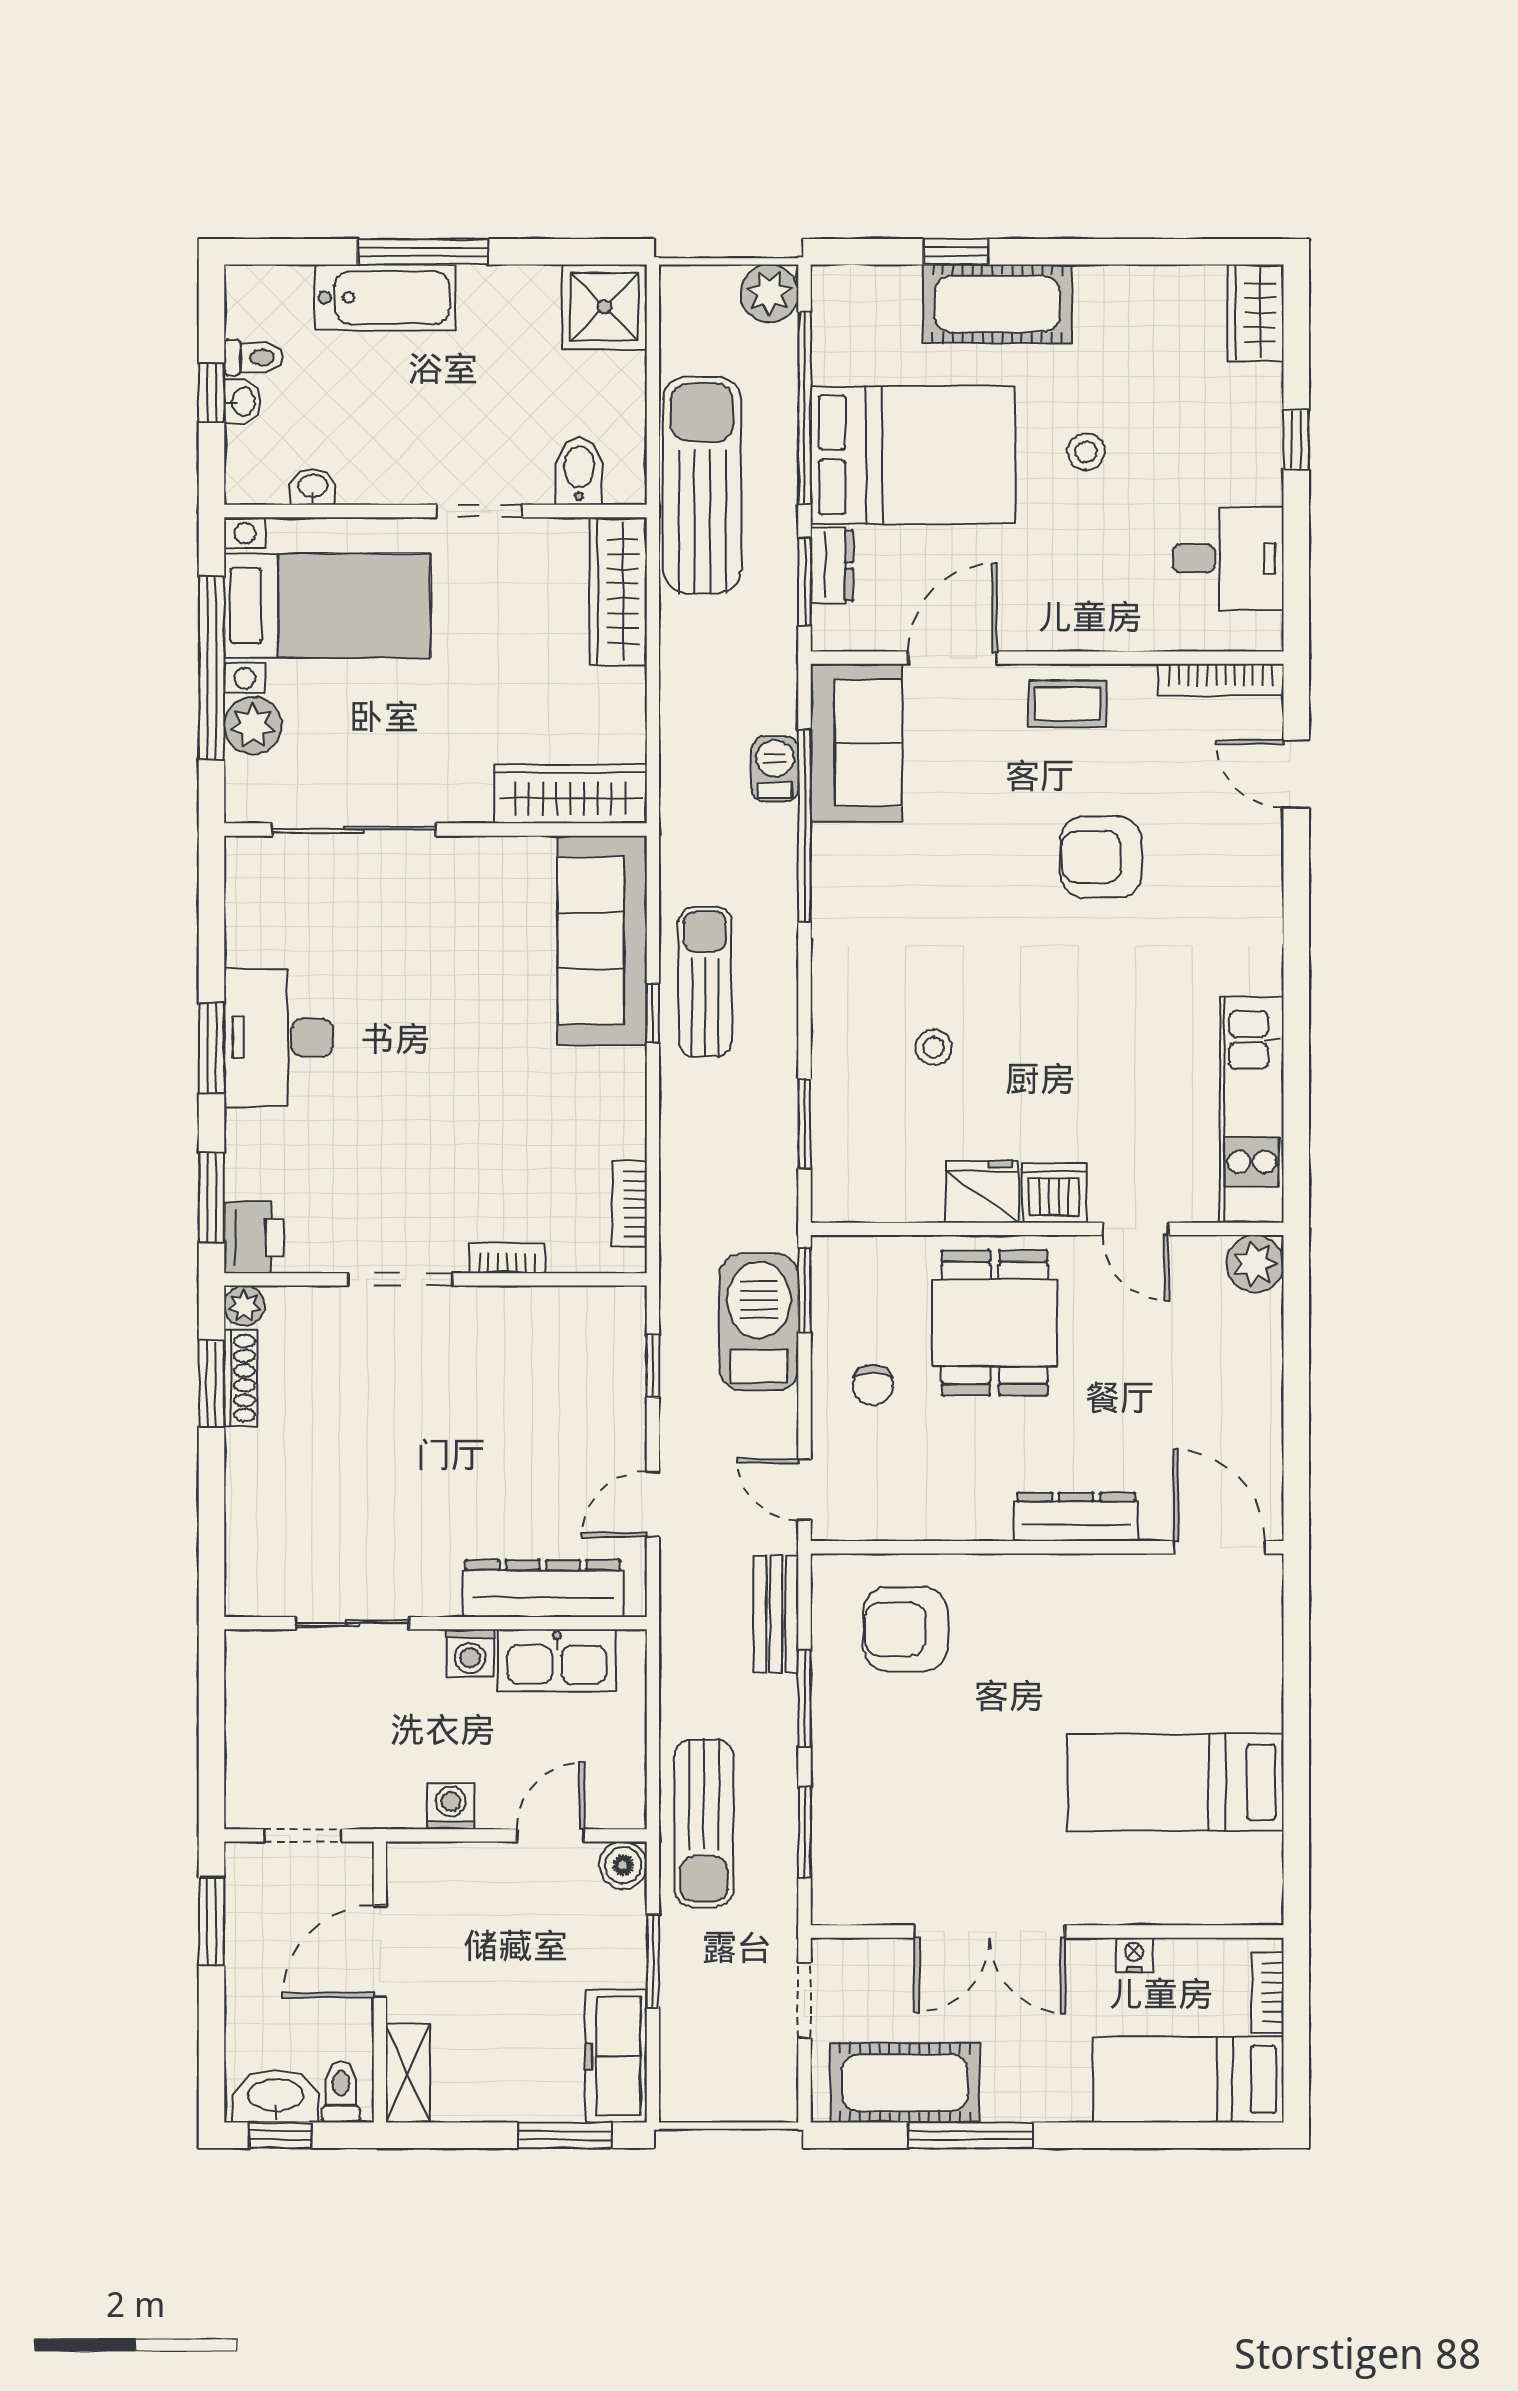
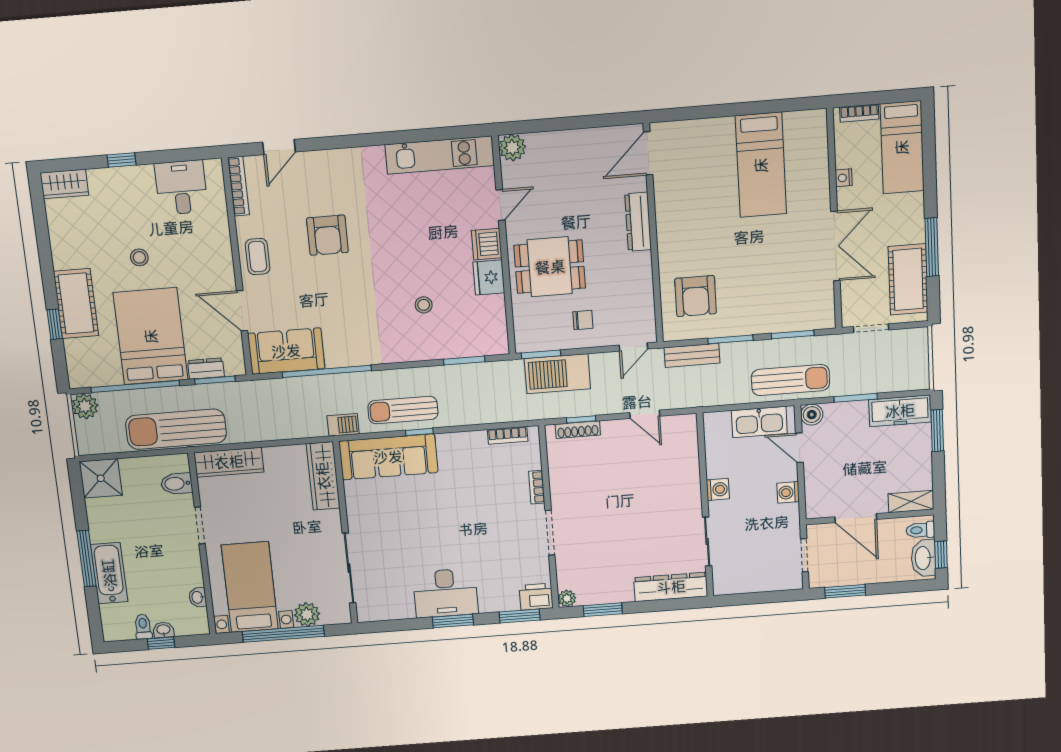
barbecue: (775, 769) -> (343, 425), moved, turned 180
shoe rack: (241, 1378) -> (578, 430), moved, turned 180
dresser: (543, 1588) -> (671, 587), moved, turned 90
kitchen sink: (557, 1660) -> (759, 422), moved, turned 90

